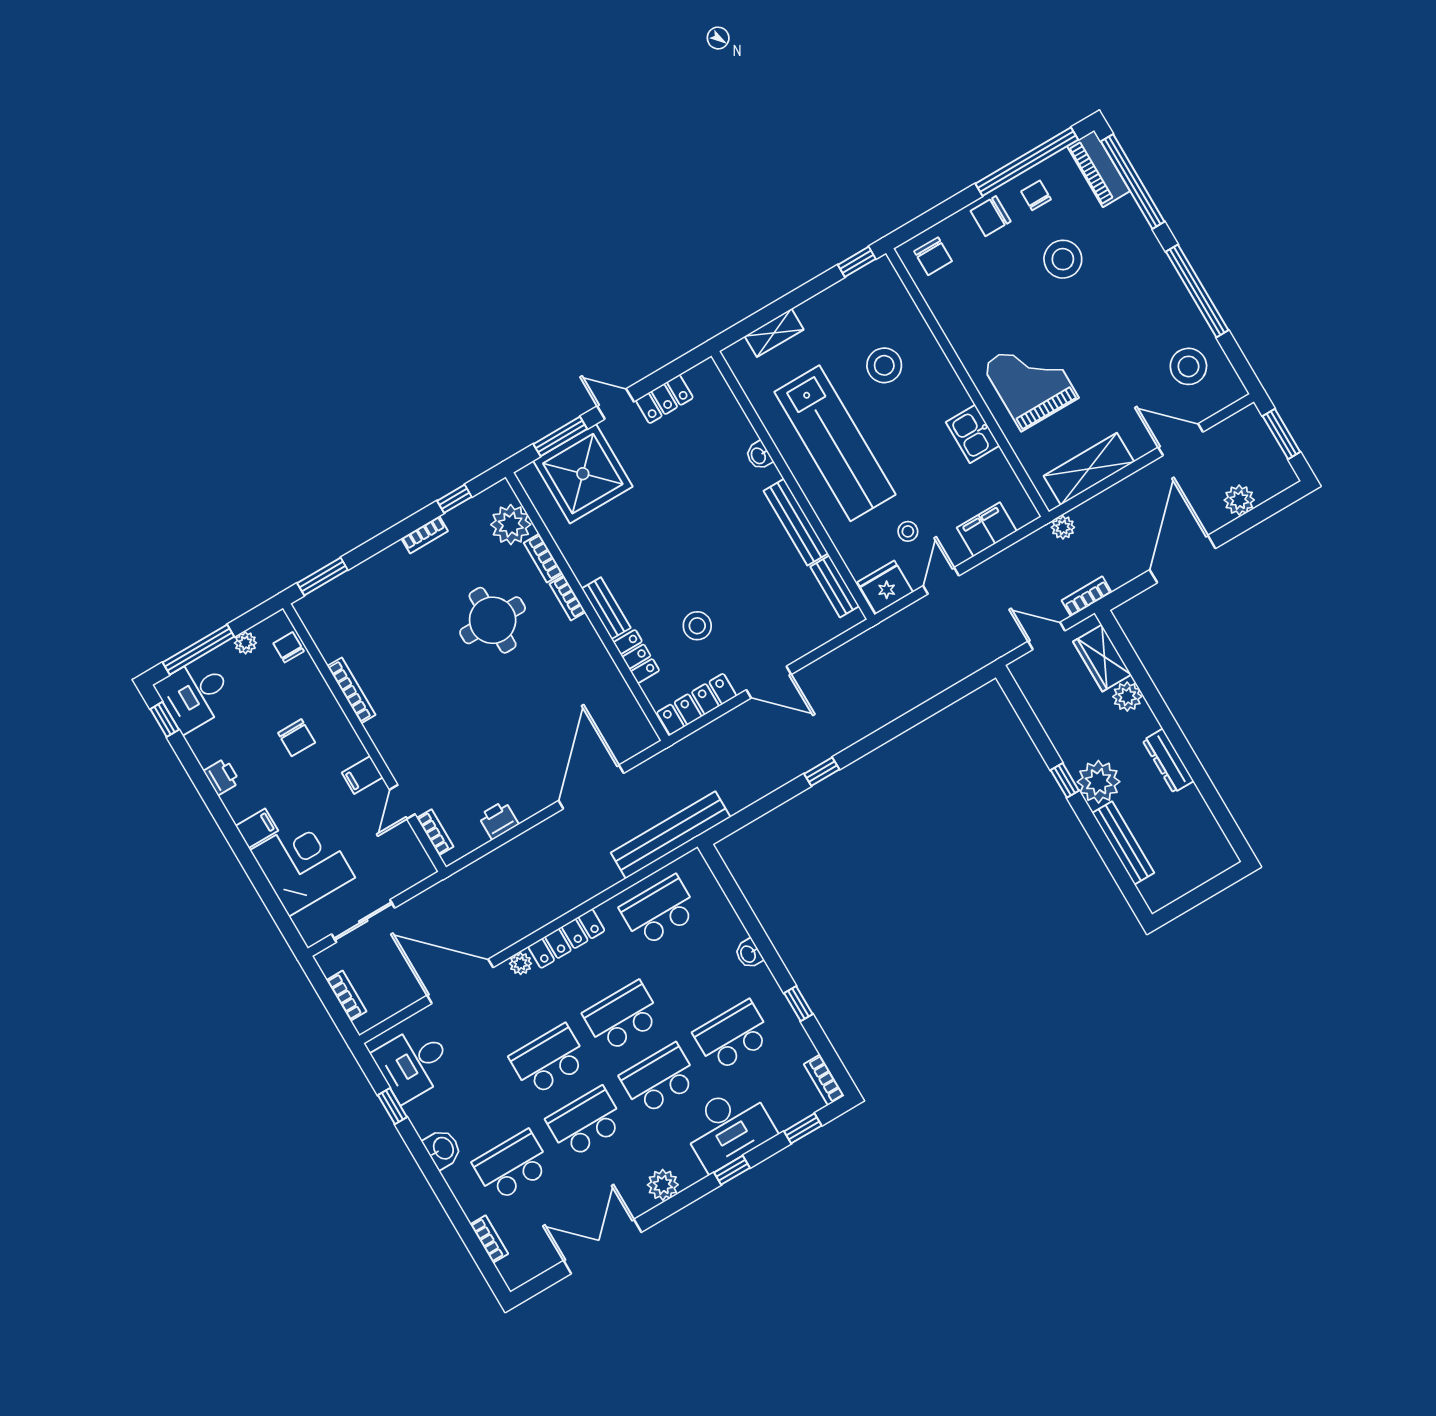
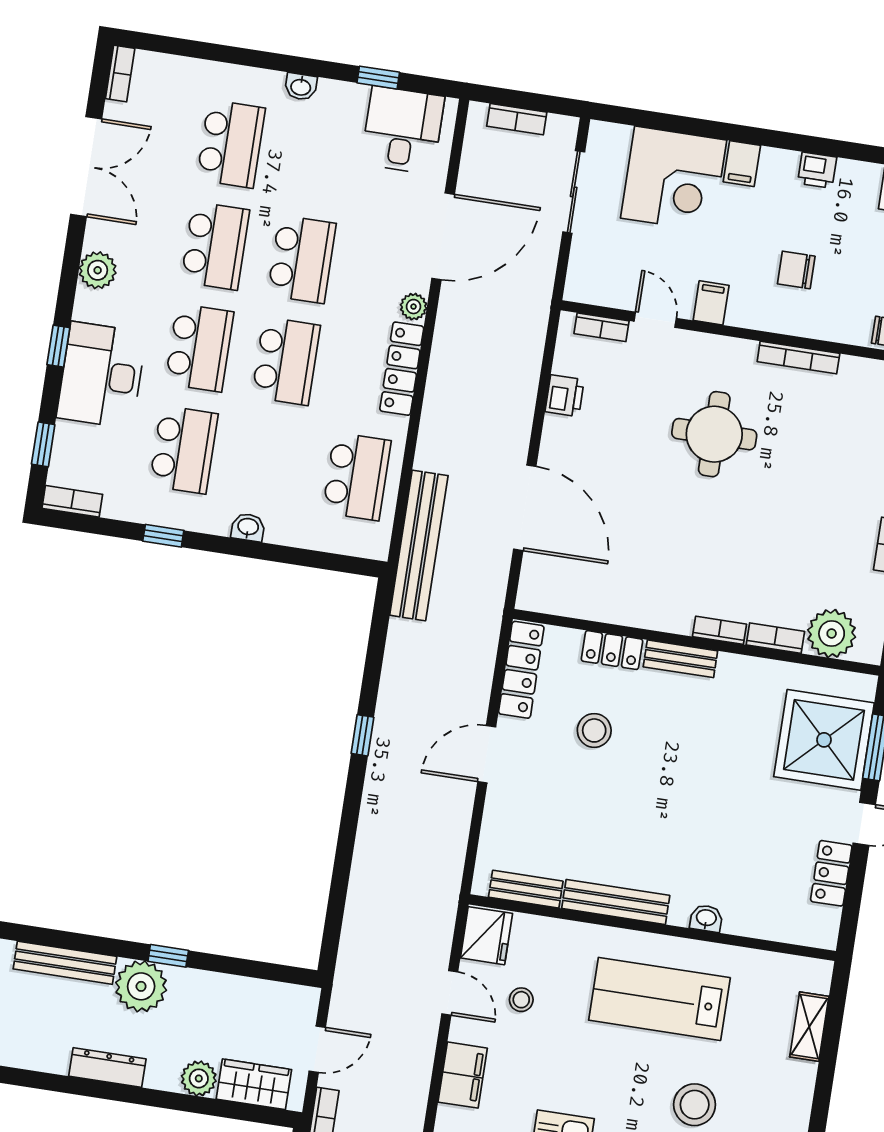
lab bench: (835, 443) -> (659, 999), width x0.73
round table: (493, 620) -> (714, 434), moved
washbasin: (443, 1149) -> (301, 87), width x0.72, depth x0.69
bookcase: (489, 1239) -> (120, 74), moved, turned -90

